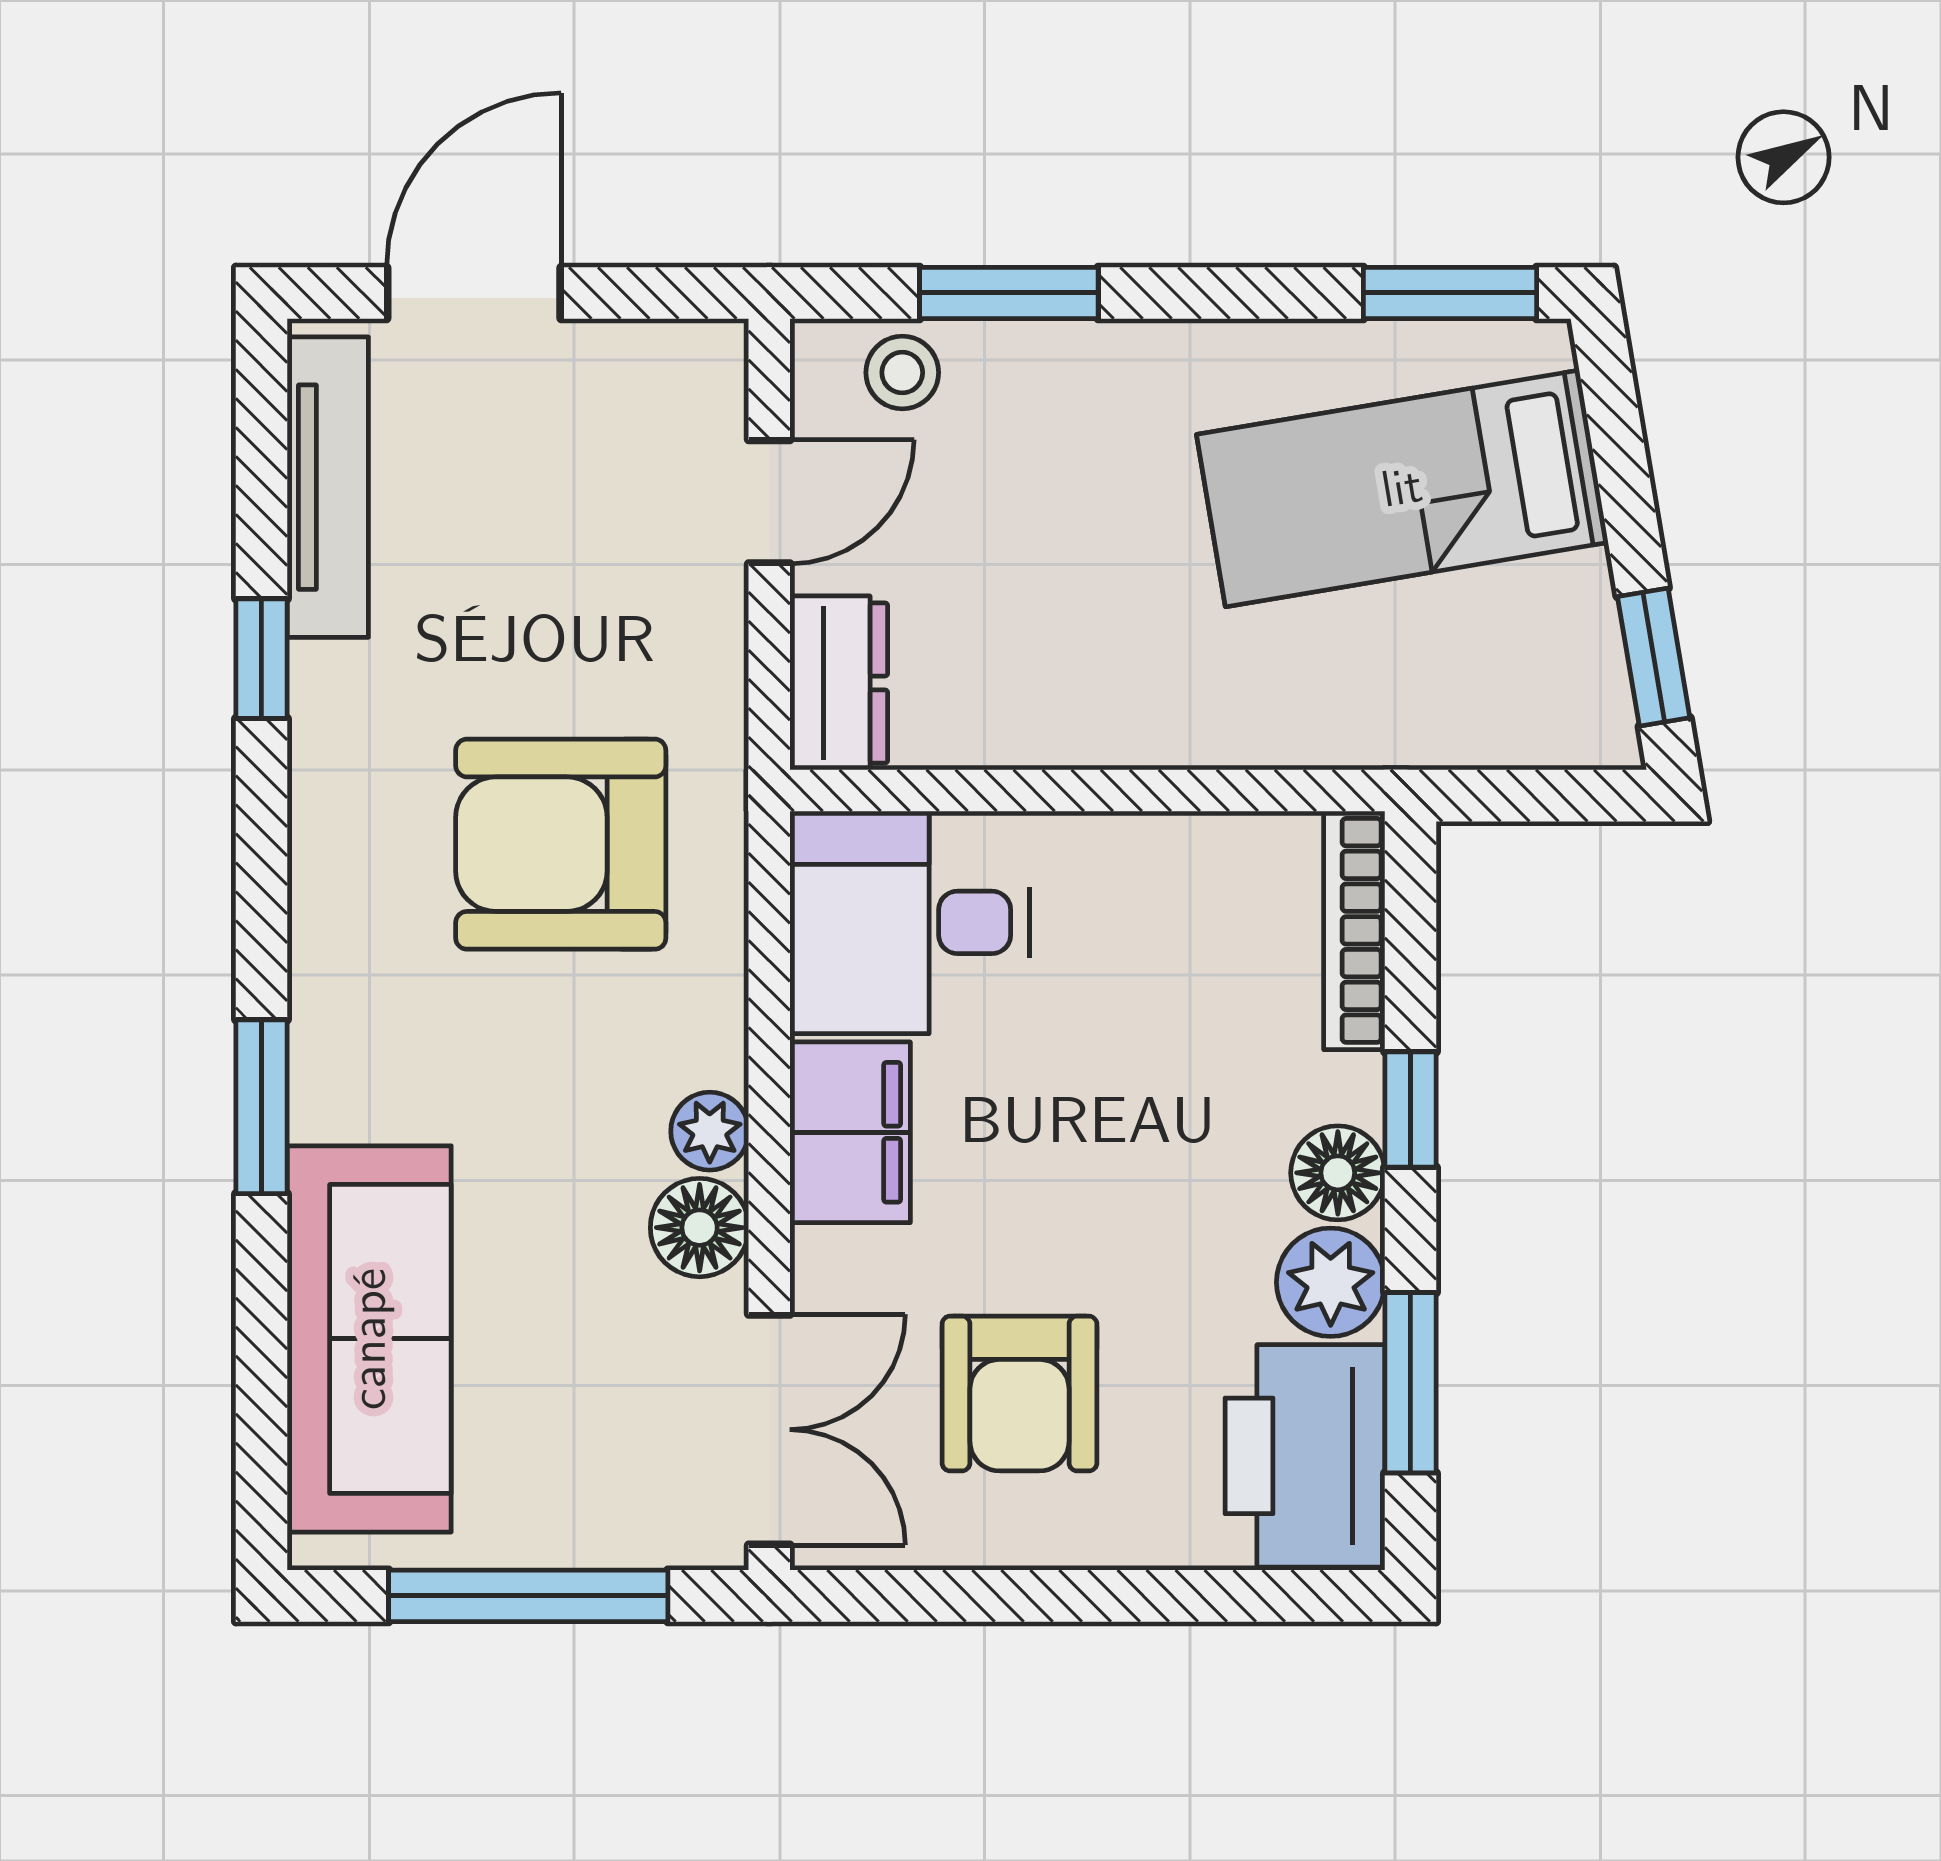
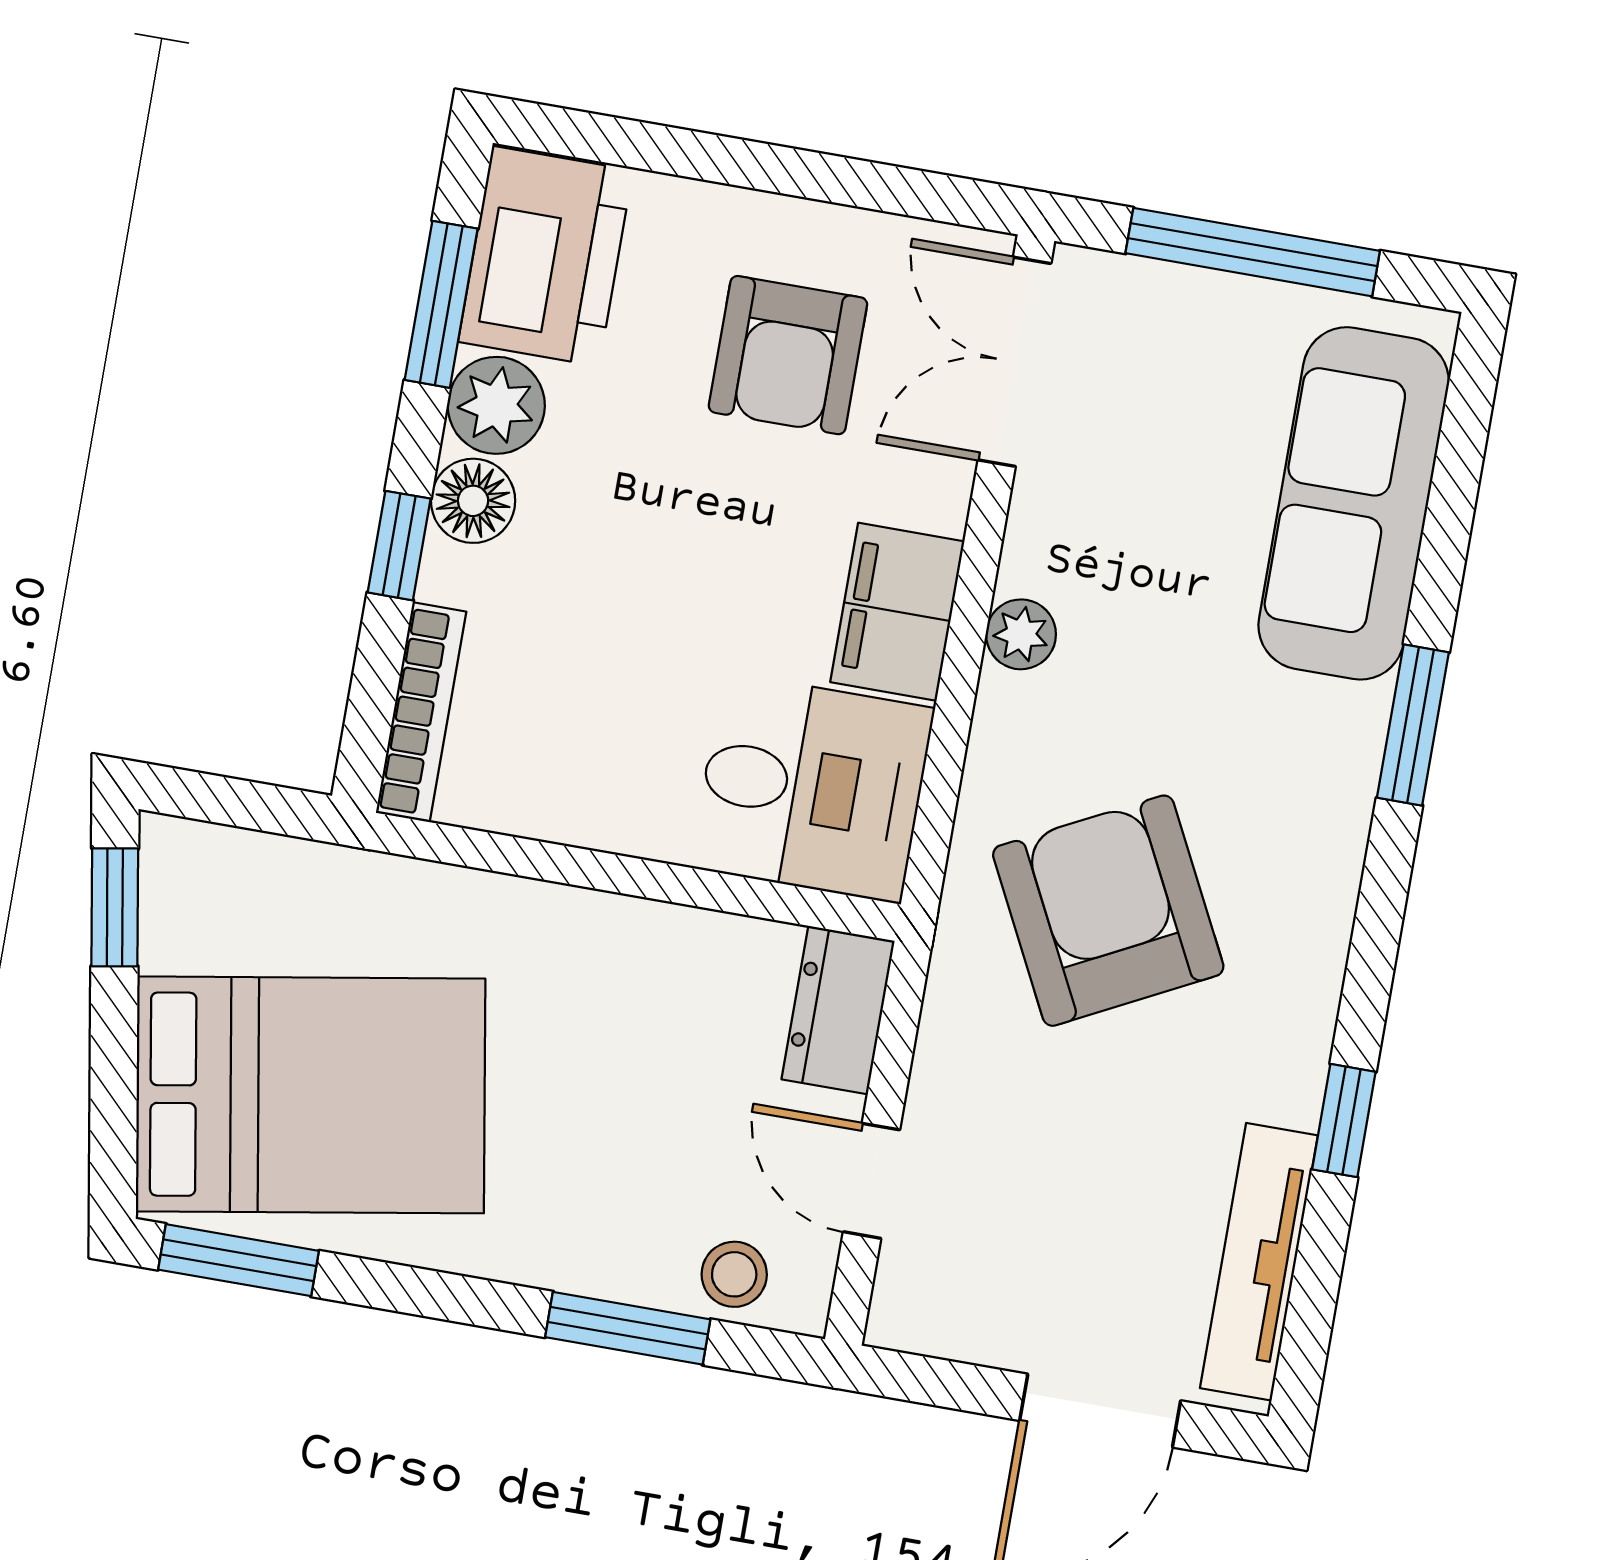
bed: (1402, 488) -> (311, 1095), width x1.50
door: (769, 502) -> (871, 1181), hinge flipped
armchair: (561, 844) -> (1108, 911), turned -117
floor lamp: (700, 1228) -> (1045, 551), removed
armchair: (1019, 1394) -> (788, 355), turned 180

